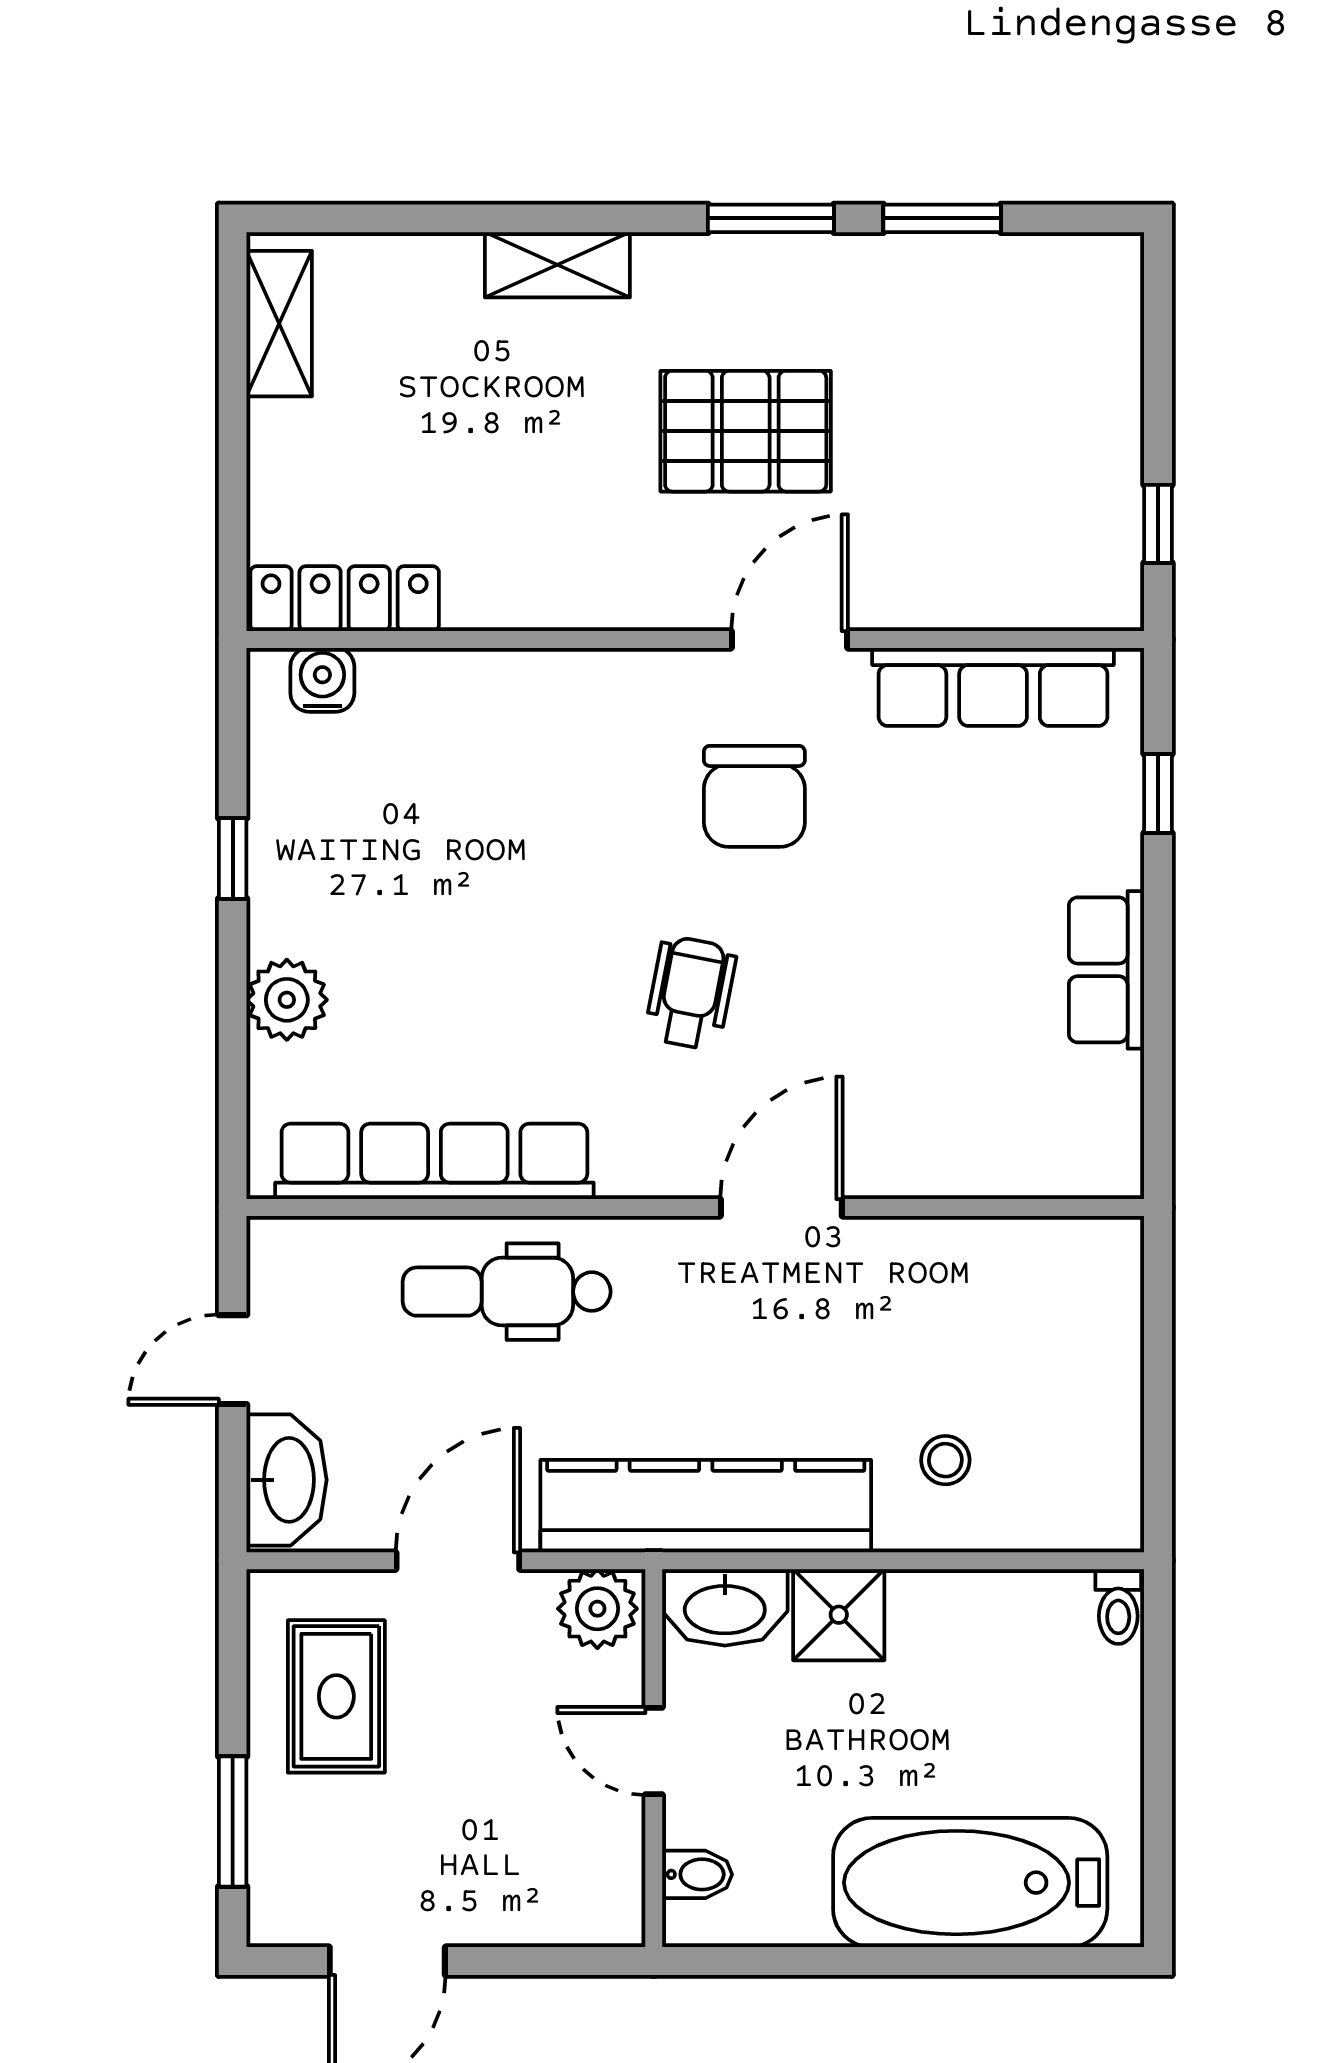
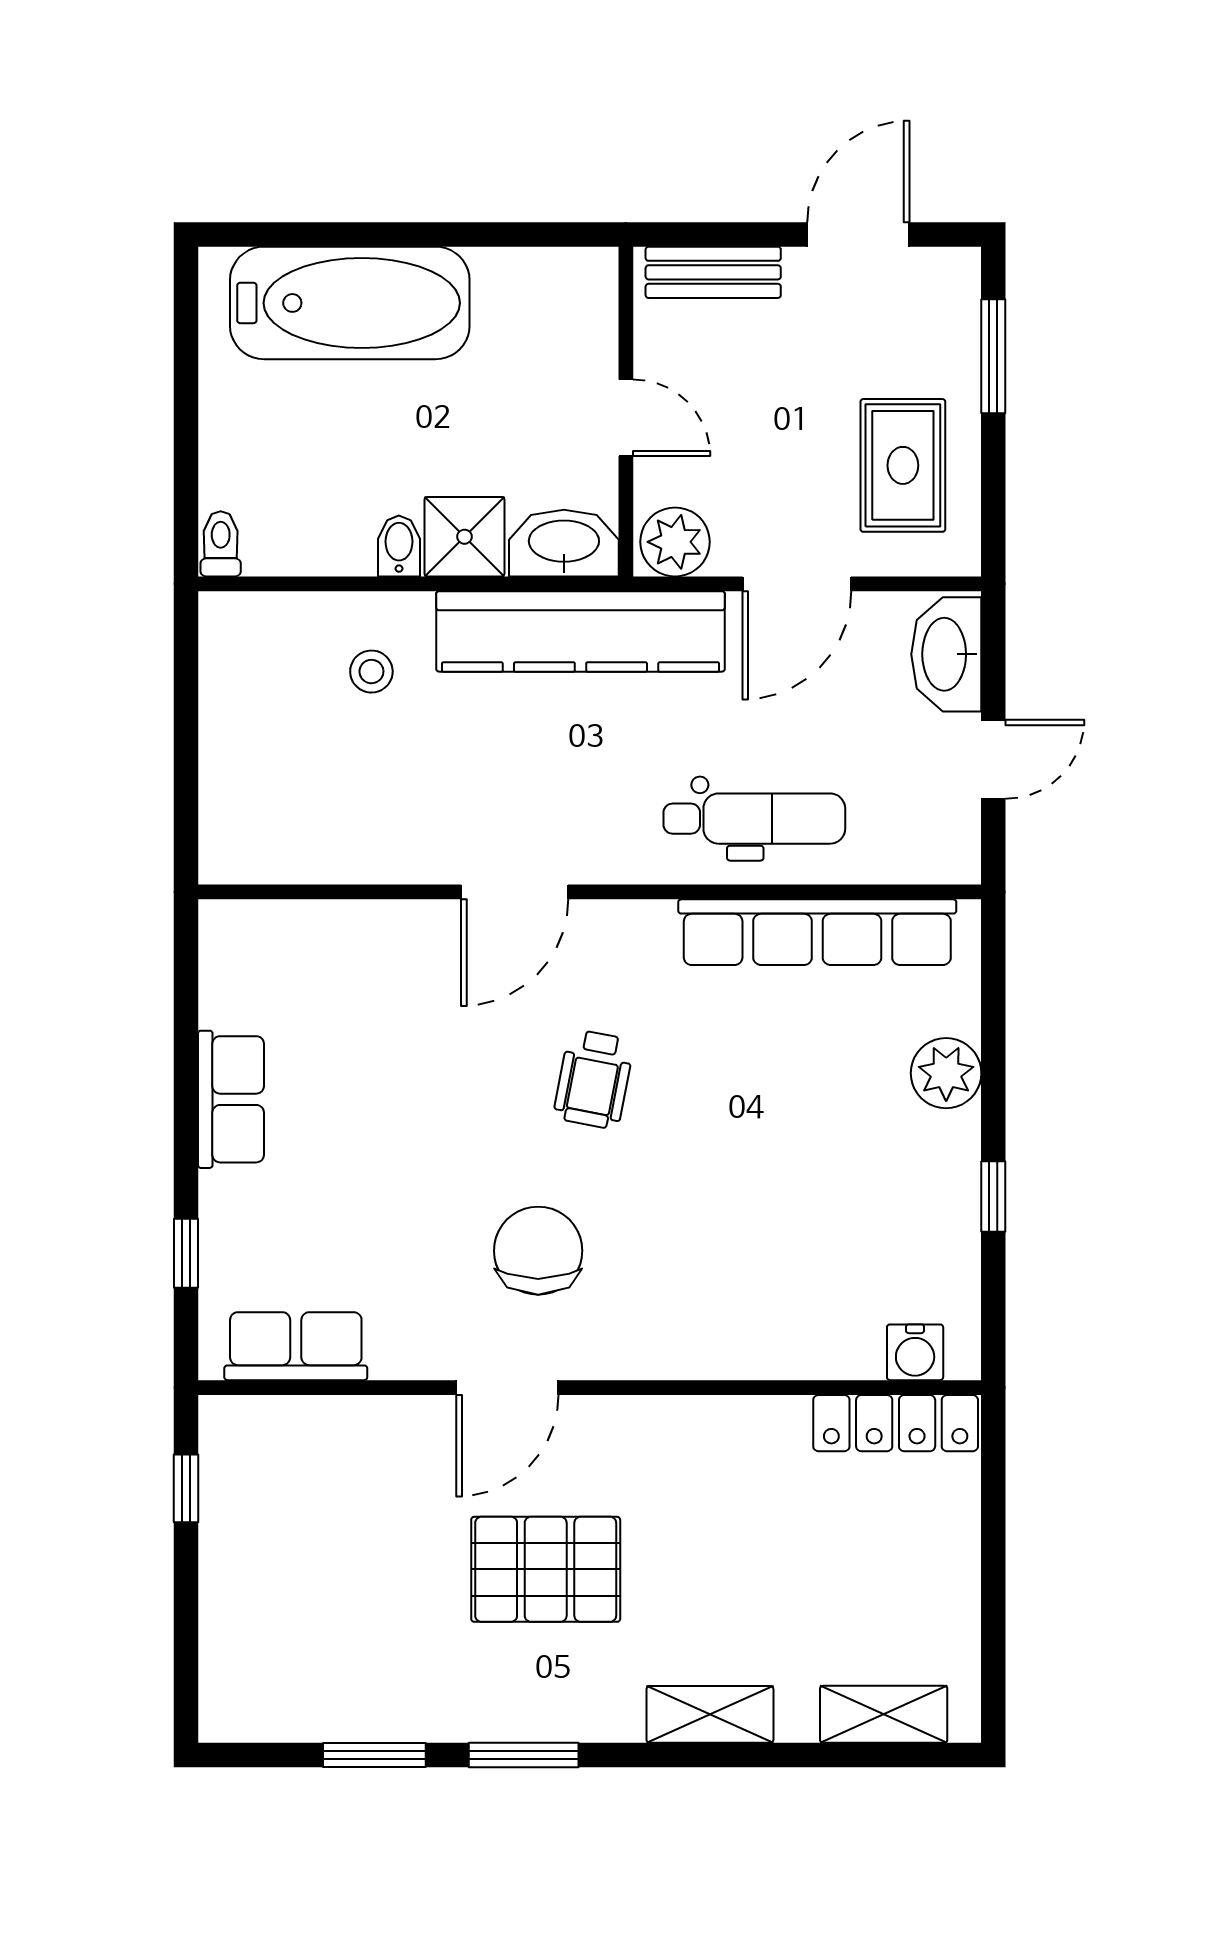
shelving: (279, 324) -> (884, 1714), moved, turned 90
row of seats: (993, 687) -> (296, 1346), width x0.68
bidet: (697, 1874) -> (399, 546), moved, turned 90
bench: (554, 1918) -> (713, 272), added

